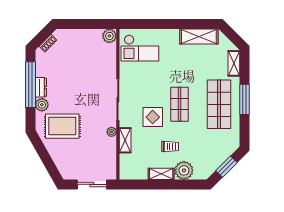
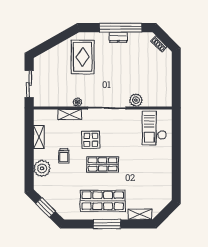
plant: (109, 36) -> (136, 100), moved
shelving: (199, 36) -> (165, 182), removed
plant: (42, 105) -> (102, 38), removed
shelving: (161, 174) -> (39, 137), moved

